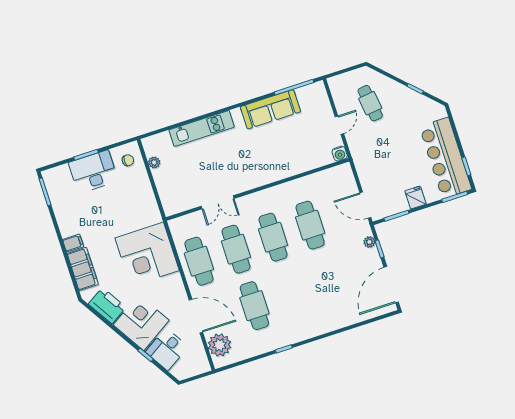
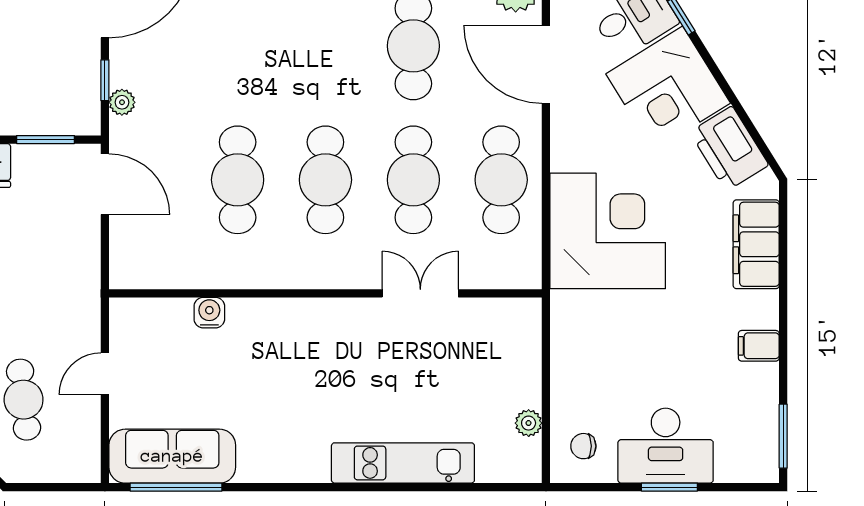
sofa: (270, 109) -> (172, 456), moved
water cooler: (340, 154) -> (209, 313), moved
filing cabinet: (73, 243) -> (759, 346), moved

